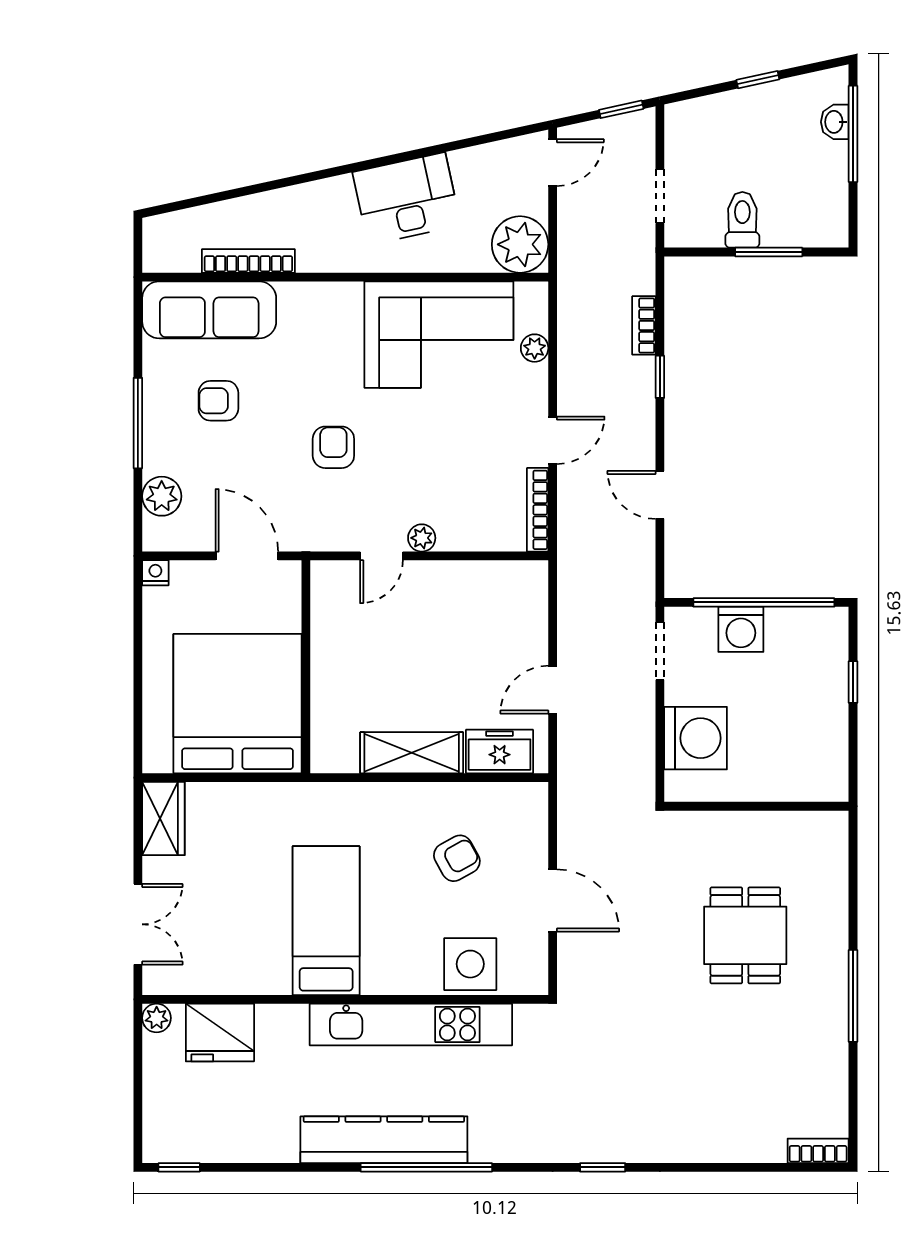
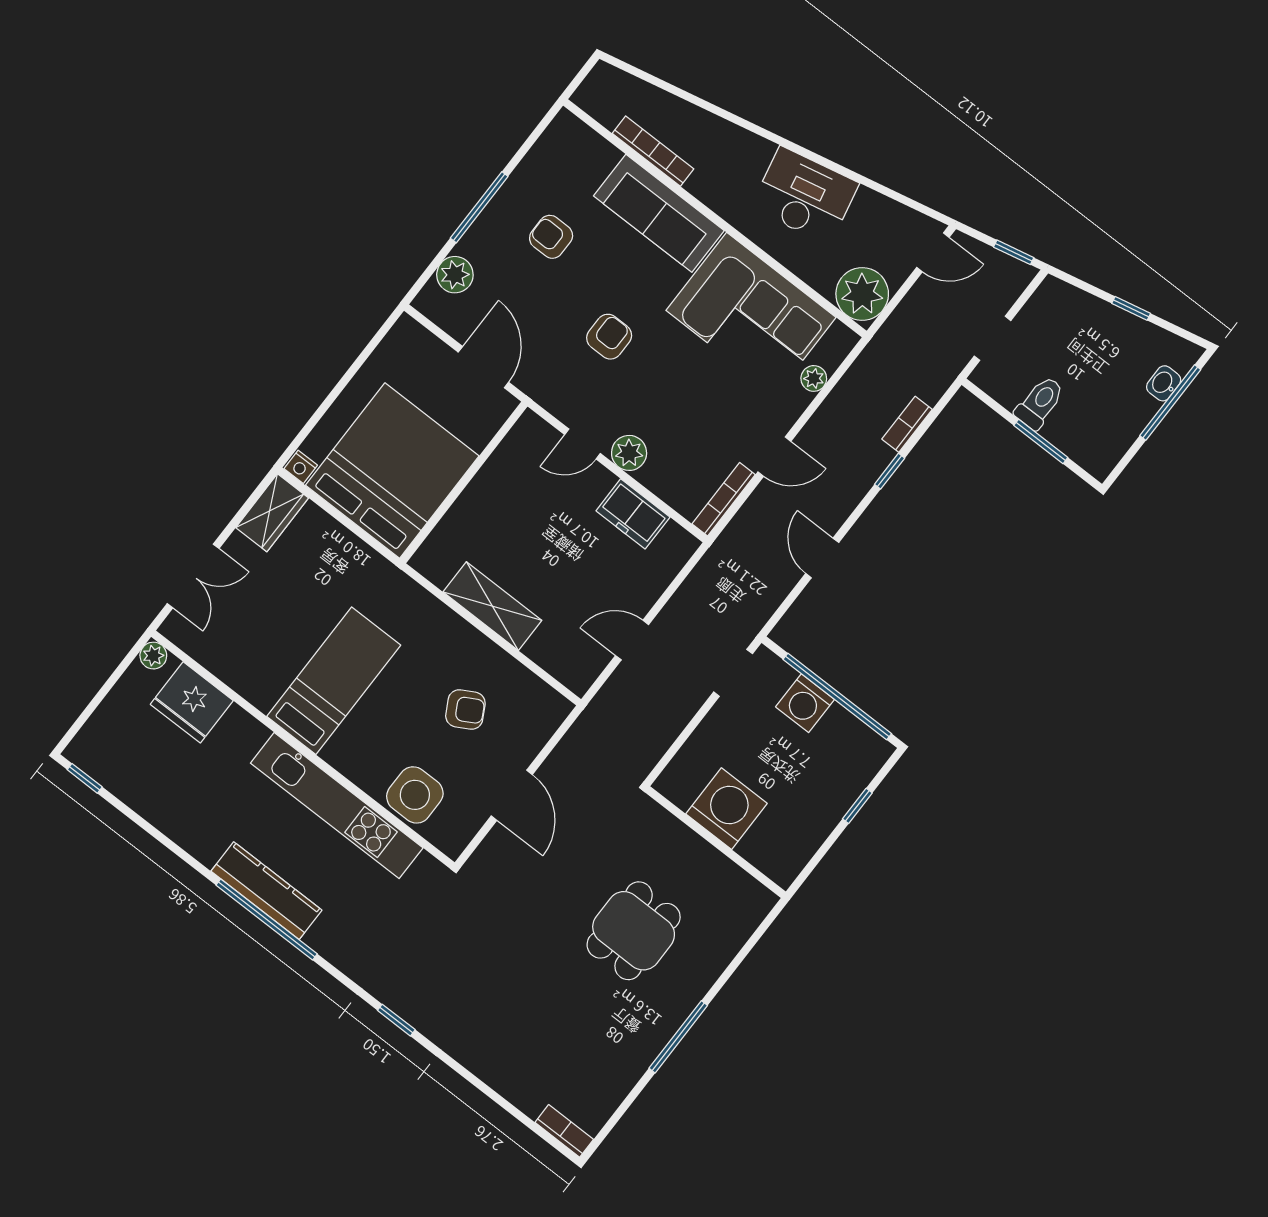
sofa: (209, 310) -> (659, 213), moved
plant: (422, 538) -> (629, 453), width x1.38, depth x1.38
nightstand: (155, 573) -> (301, 467), moved, turned 180
washing machine: (696, 738) -> (727, 809), moved, turned -90
freezer: (500, 752) -> (633, 514), moved, turned 180
kitchen counter: (384, 1140) -> (266, 891), width x0.72, depth x0.86

